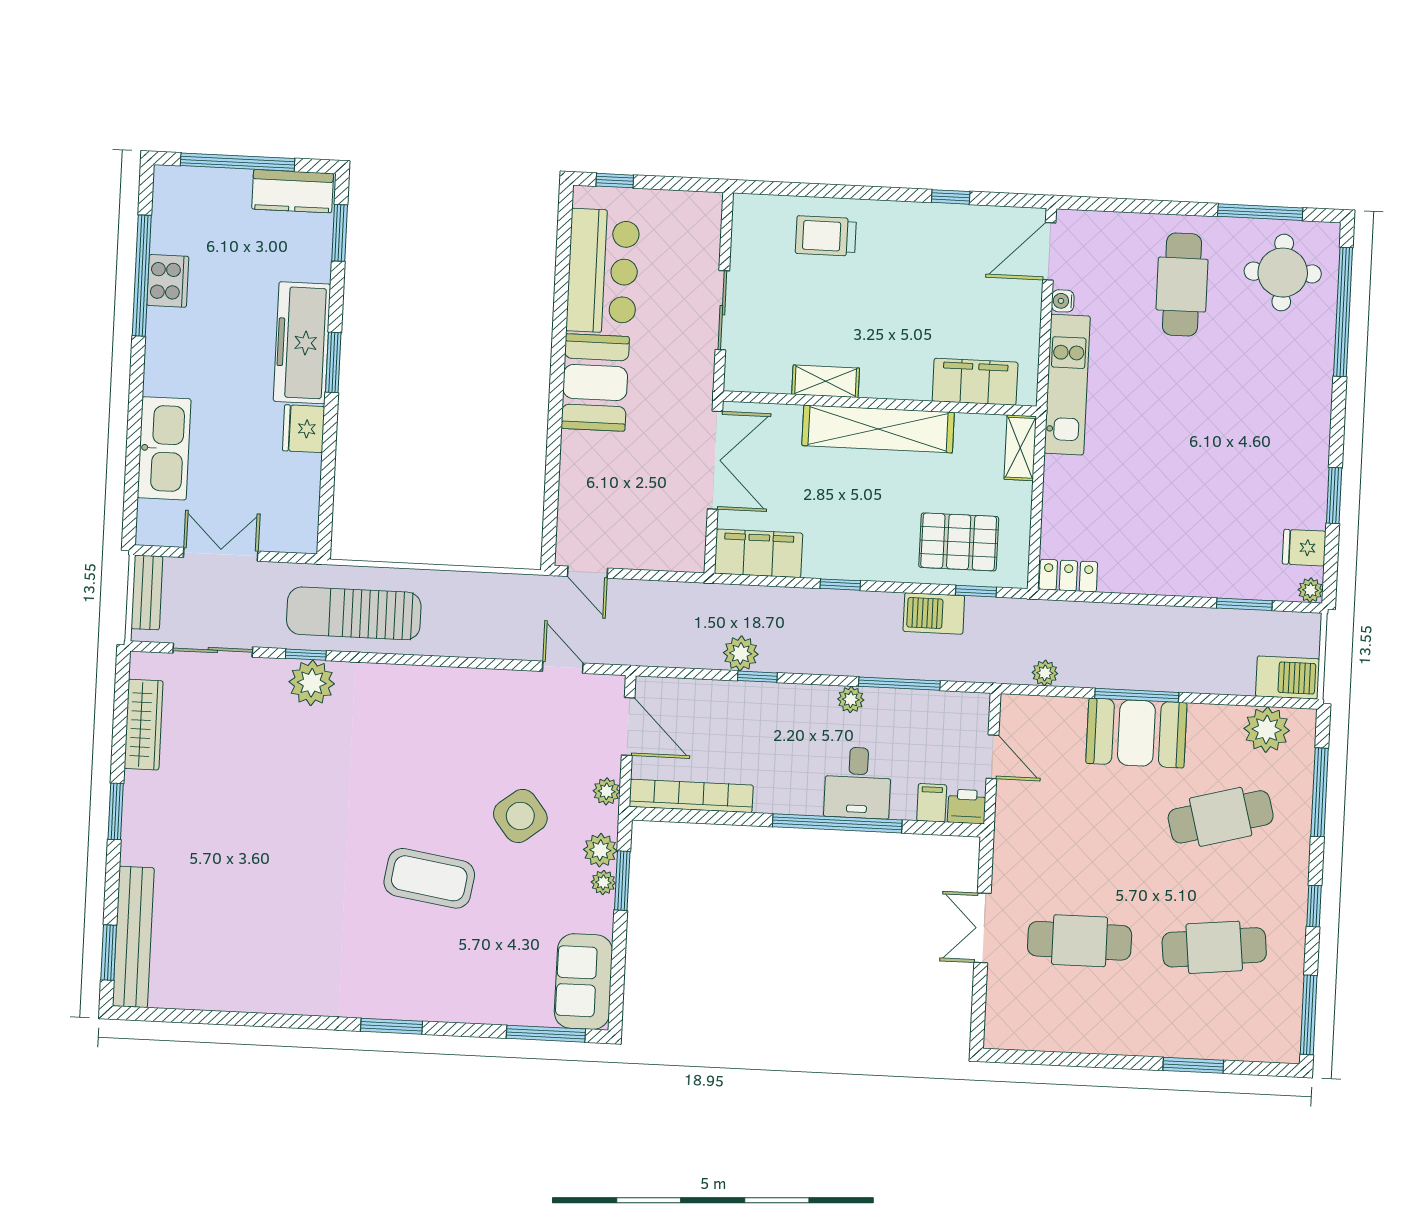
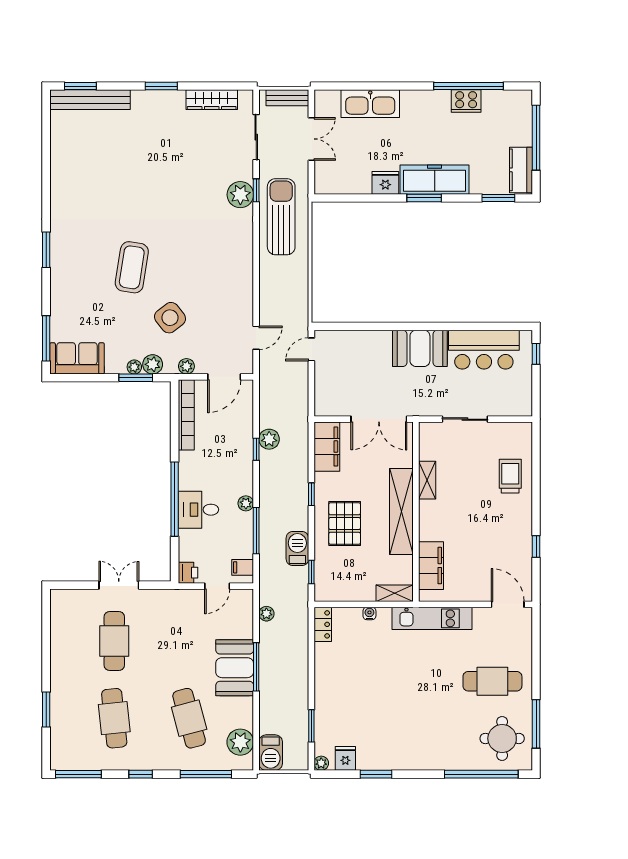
water cooler: (1063, 301) -> (369, 613), moved
pallet: (959, 542) -> (345, 524), moved
filing cabinet: (932, 803) -> (243, 567), moved, turned 180

